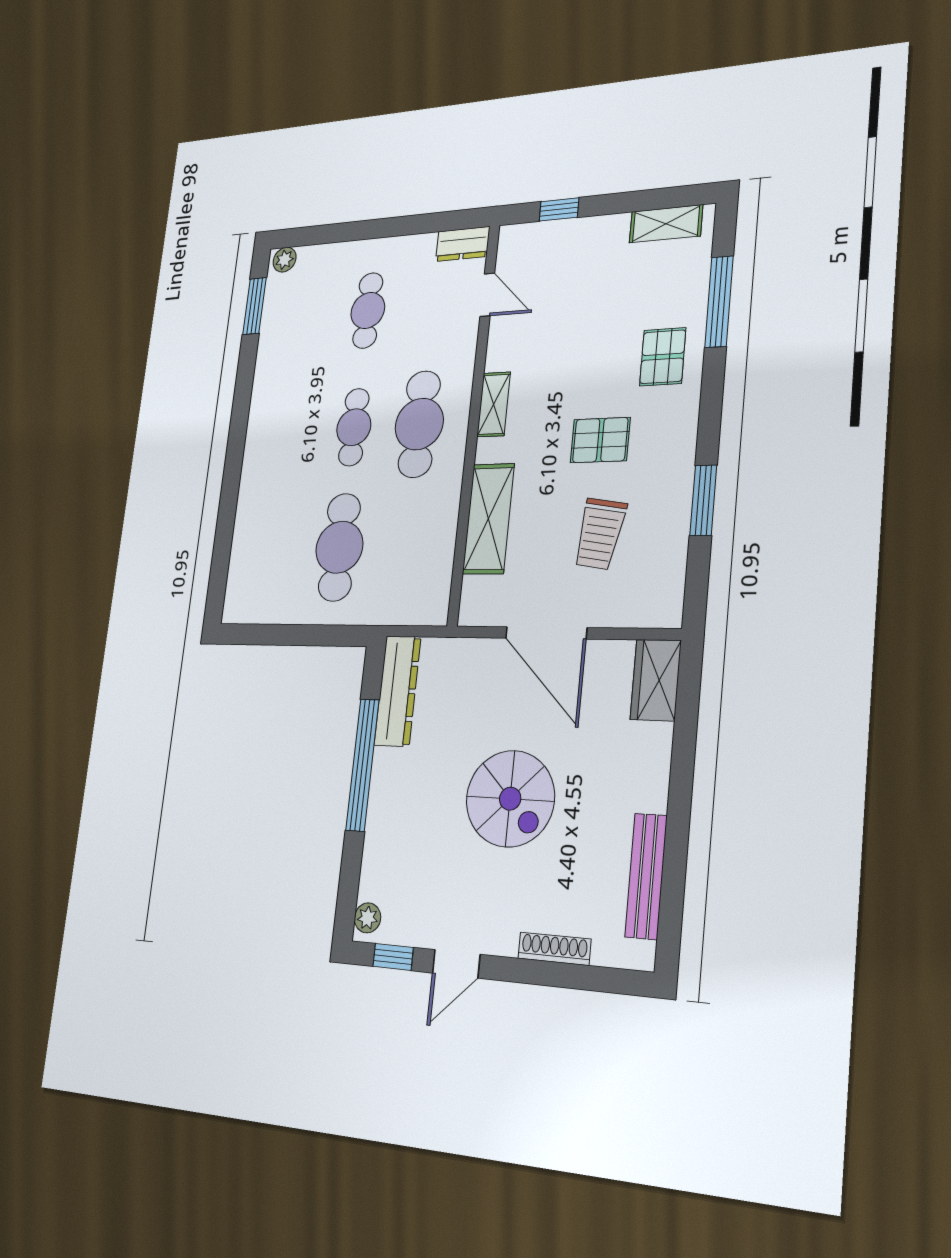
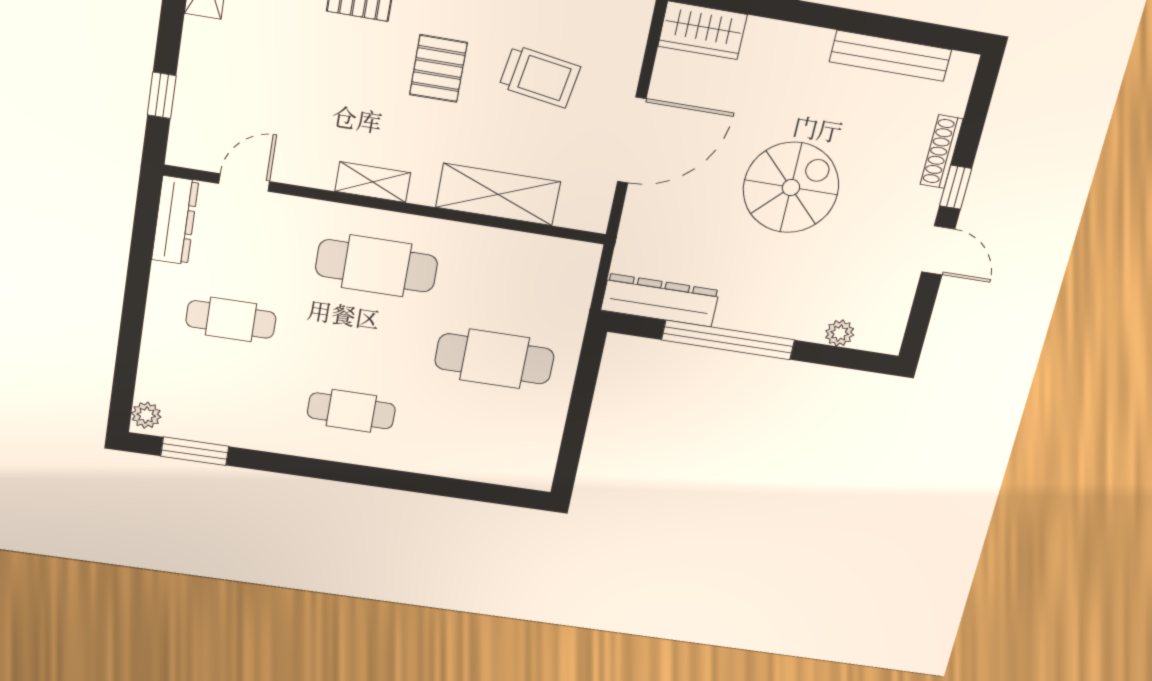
dresser: (463, 244) -> (175, 220), width x1.44
cafe table: (354, 427) -> (351, 411), moved
plant: (367, 918) -> (840, 333), moved
window: (393, 957) -> (956, 187), moved

